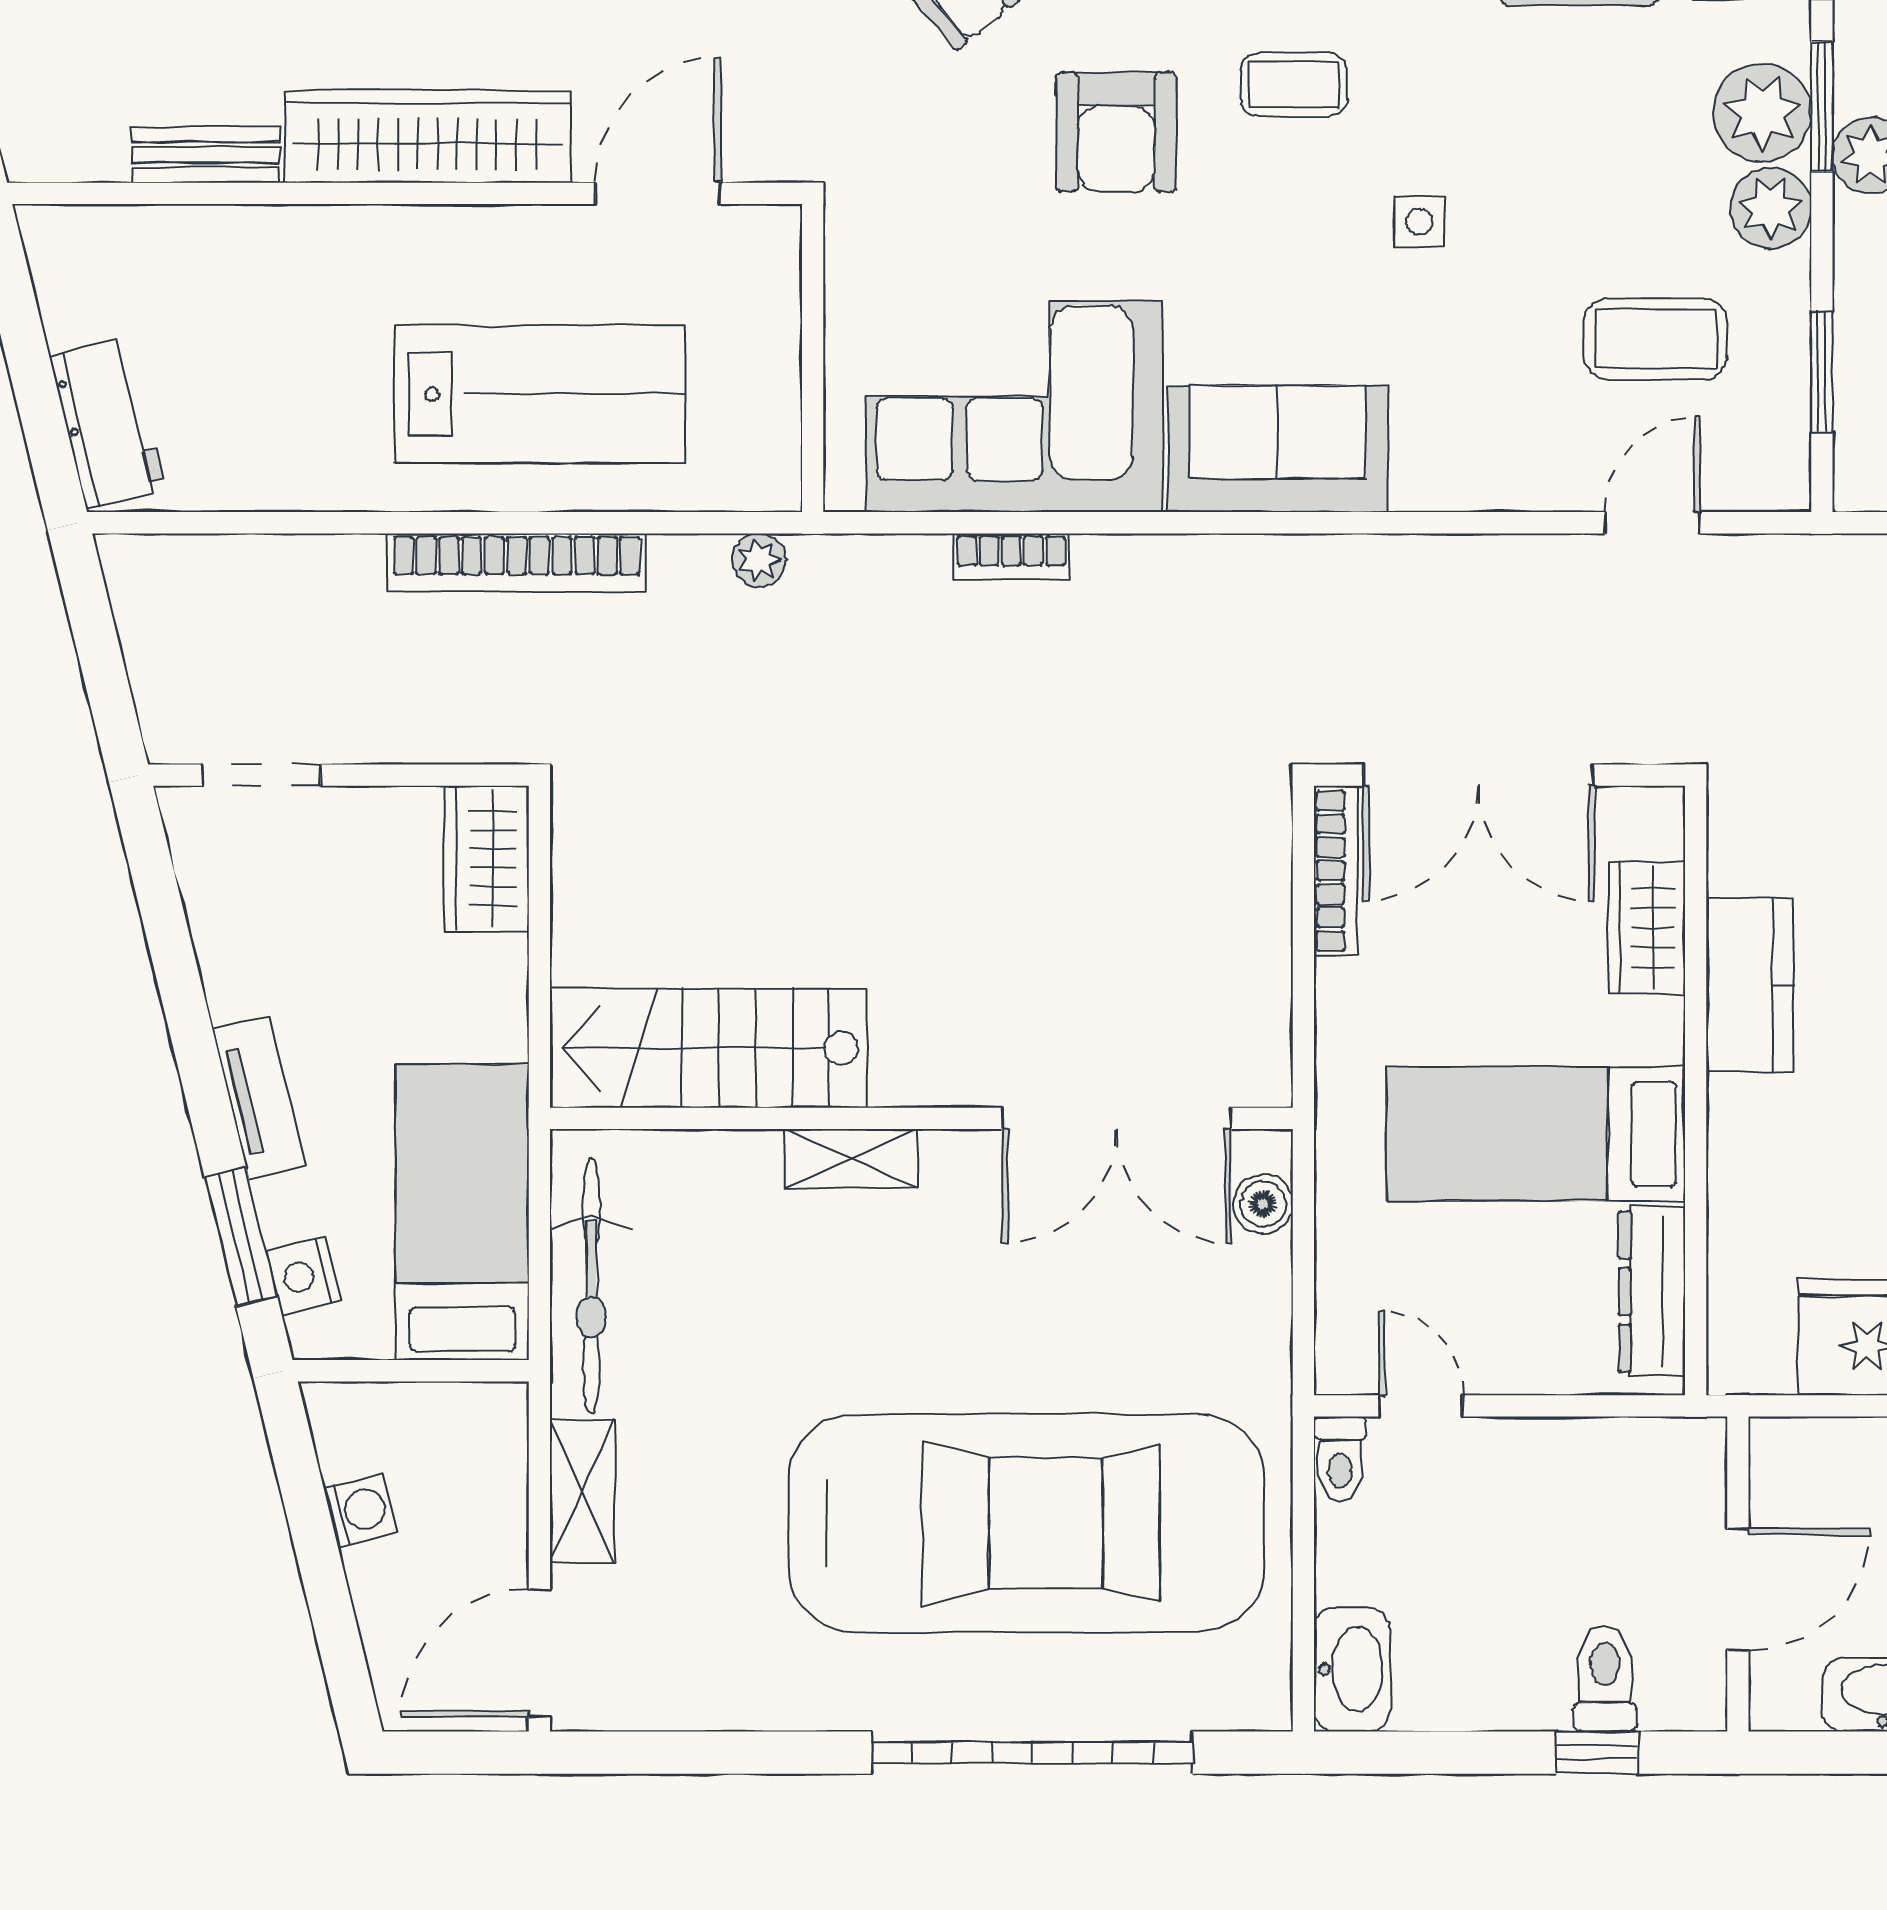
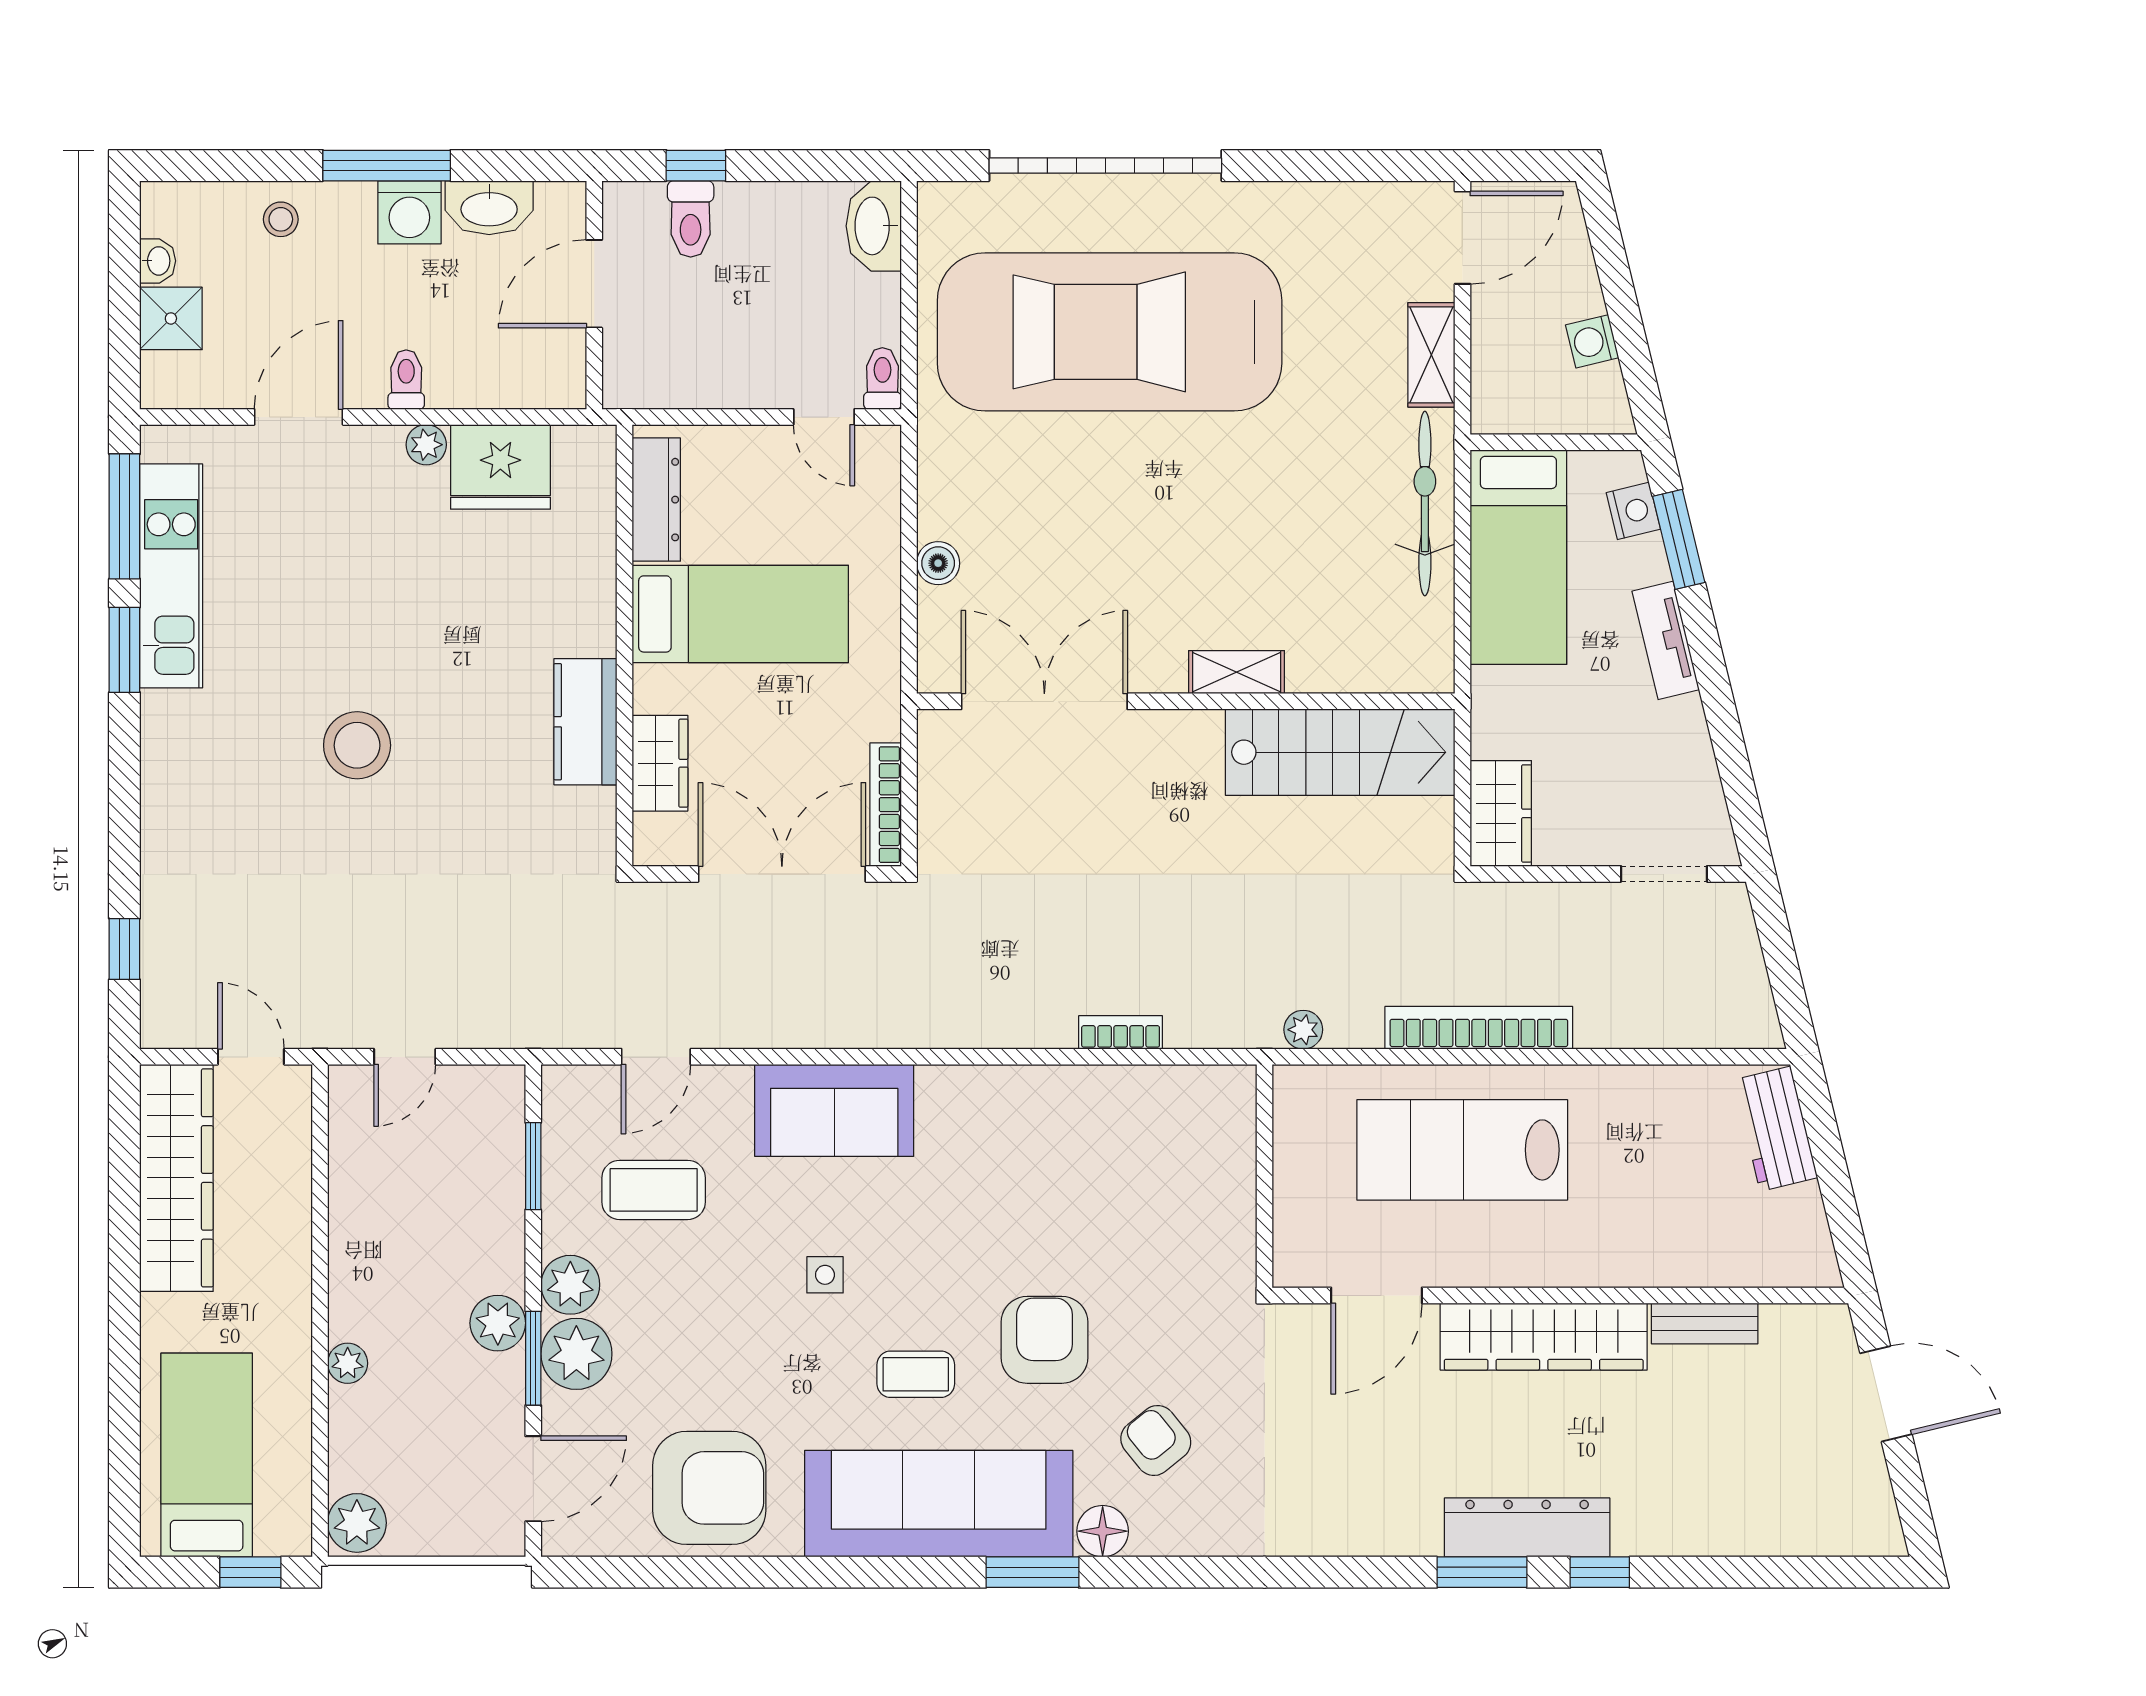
corner sofa: (1014, 407) -> (1118, 1141), removed
sofa: (1278, 449) -> (834, 1110), moved
stairs: (708, 1048) -> (1340, 752), moved
wall: (921, 1118) -> (1186, 701), moved
double door: (1116, 1118) -> (1044, 701), moved
shelving: (851, 1159) -> (1237, 672), moved

